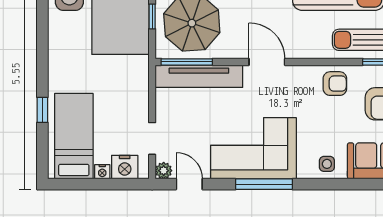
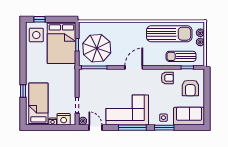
door: (267, 62) -> (134, 67), hinge flipped
tv unit: (199, 76) -> (100, 74), removed
window: (328, 184) -> (164, 128), added

